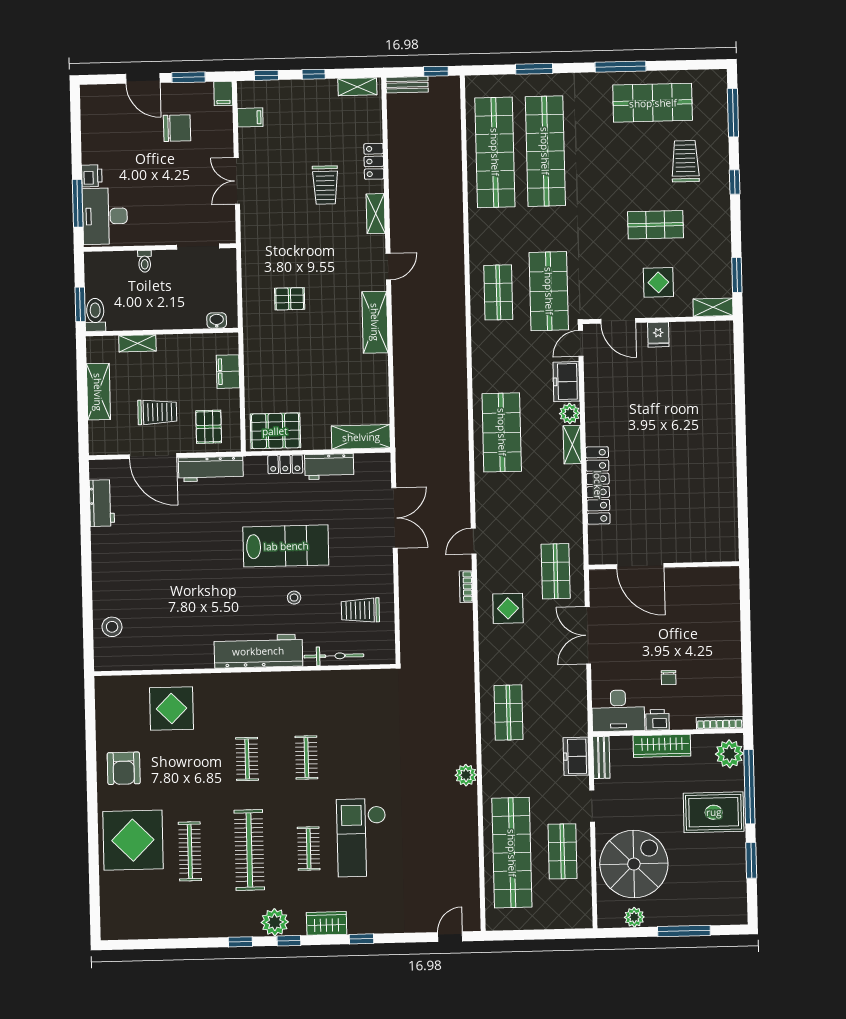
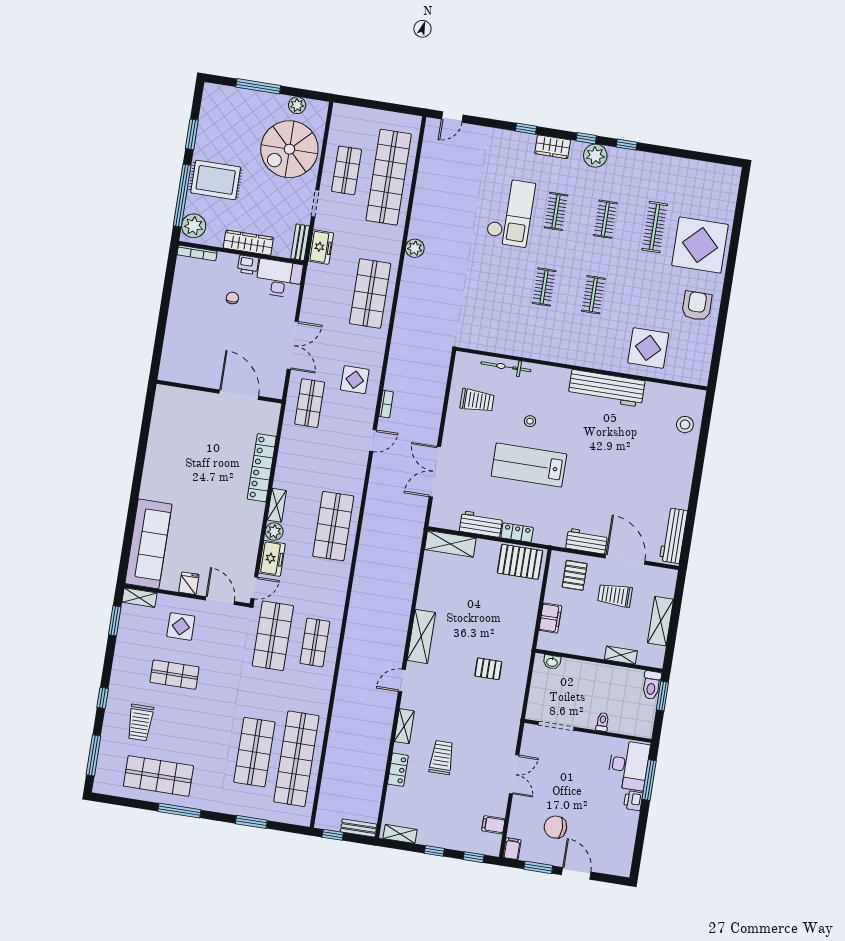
shop shelf: (545, 151) -> (254, 752), width x0.71
sofa: (714, 372) -> (148, 544), added
workbench: (211, 469) -> (587, 541), width x0.73
workbench: (102, 503) -> (673, 536), width x1.38
workbench: (258, 651) -> (606, 388), moved
shop shelf: (509, 713) -> (370, 293), width x1.43, depth x1.36
clothes rail: (249, 850) -> (605, 219), width x0.54, depth x0.76

